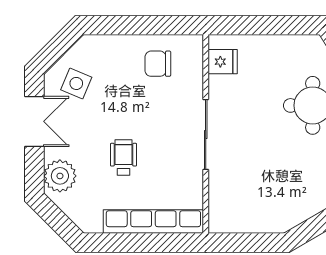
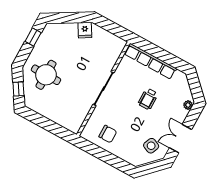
fridge: (223, 62) -> (85, 30), moved, turned -120
plant: (60, 176) -> (188, 105), width x0.53, depth x0.53

